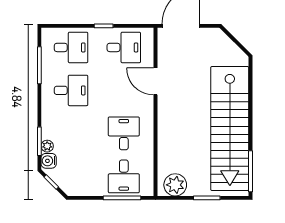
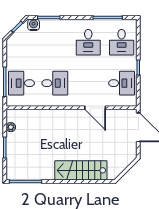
desk: (124, 47) -> (122, 83), turned -90
door: (156, 81) -> (95, 108), swing flipped
stairs: (230, 129) -> (81, 170), width x0.54, depth x0.66
plant: (47, 146) -> (45, 24), removed
plant: (175, 185) -> (11, 127), width x0.53, depth x0.53

